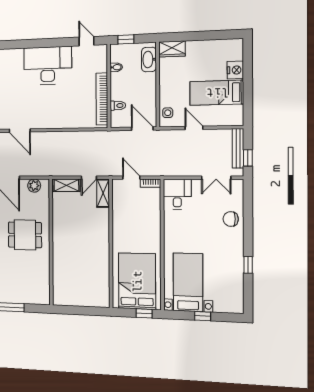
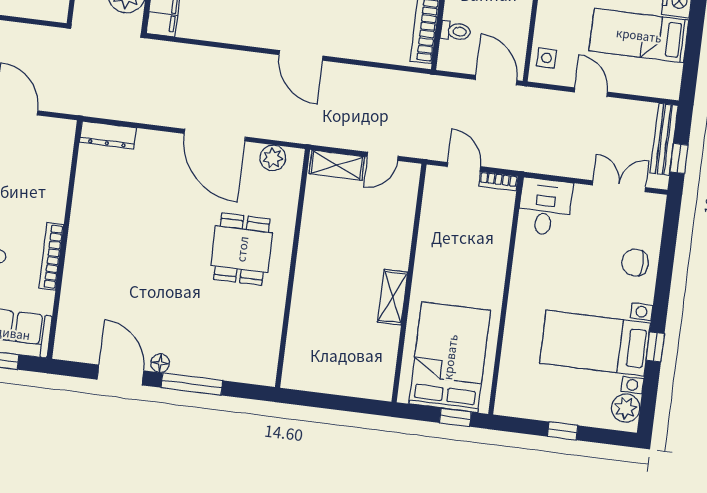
door: (20, 131) -> (301, 55), moved
double door: (216, 178) -> (619, 186), swing flipped
shelving: (103, 193) -> (393, 297), moved
dining table: (25, 235) -> (242, 249), turned 90
bed with nightstands: (188, 282) -> (595, 343), moved, turned -90
plant: (236, 301) -> (626, 408), added

